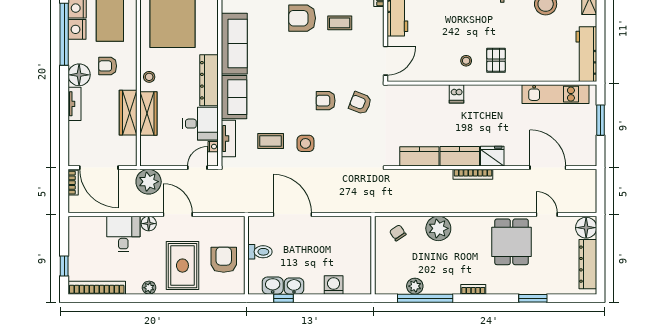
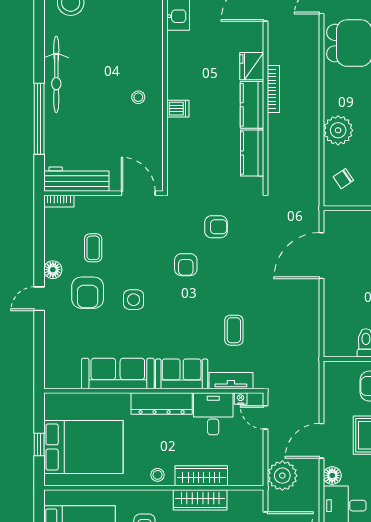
pallet: (496, 60) -> (138, 62), removed
armchair: (360, 103) -> (216, 227), moved, turned -111
side table: (305, 143) -> (134, 300), moved
door: (292, 214) -> (321, 256), moved

